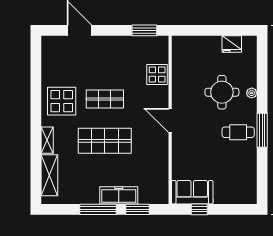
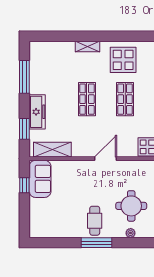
shop shelf: (105, 141) -> (87, 99), width x0.70, depth x0.74
shelving: (49, 175) -> (52, 150), moved
window: (98, 209) -> (24, 77), moved

